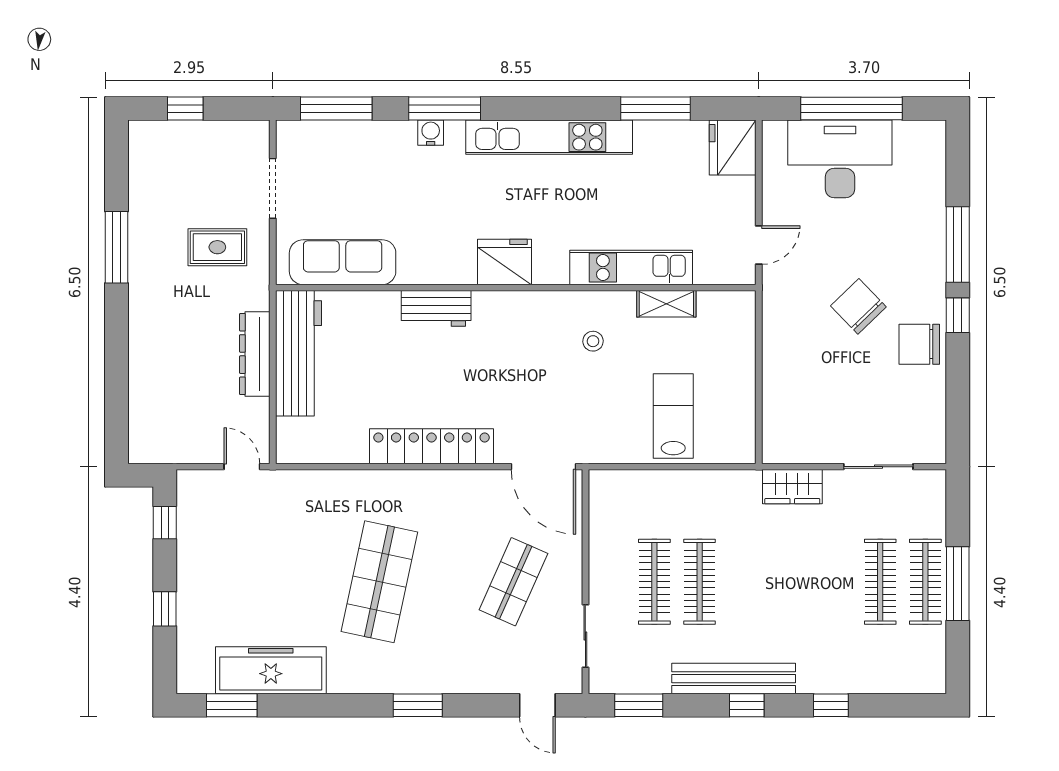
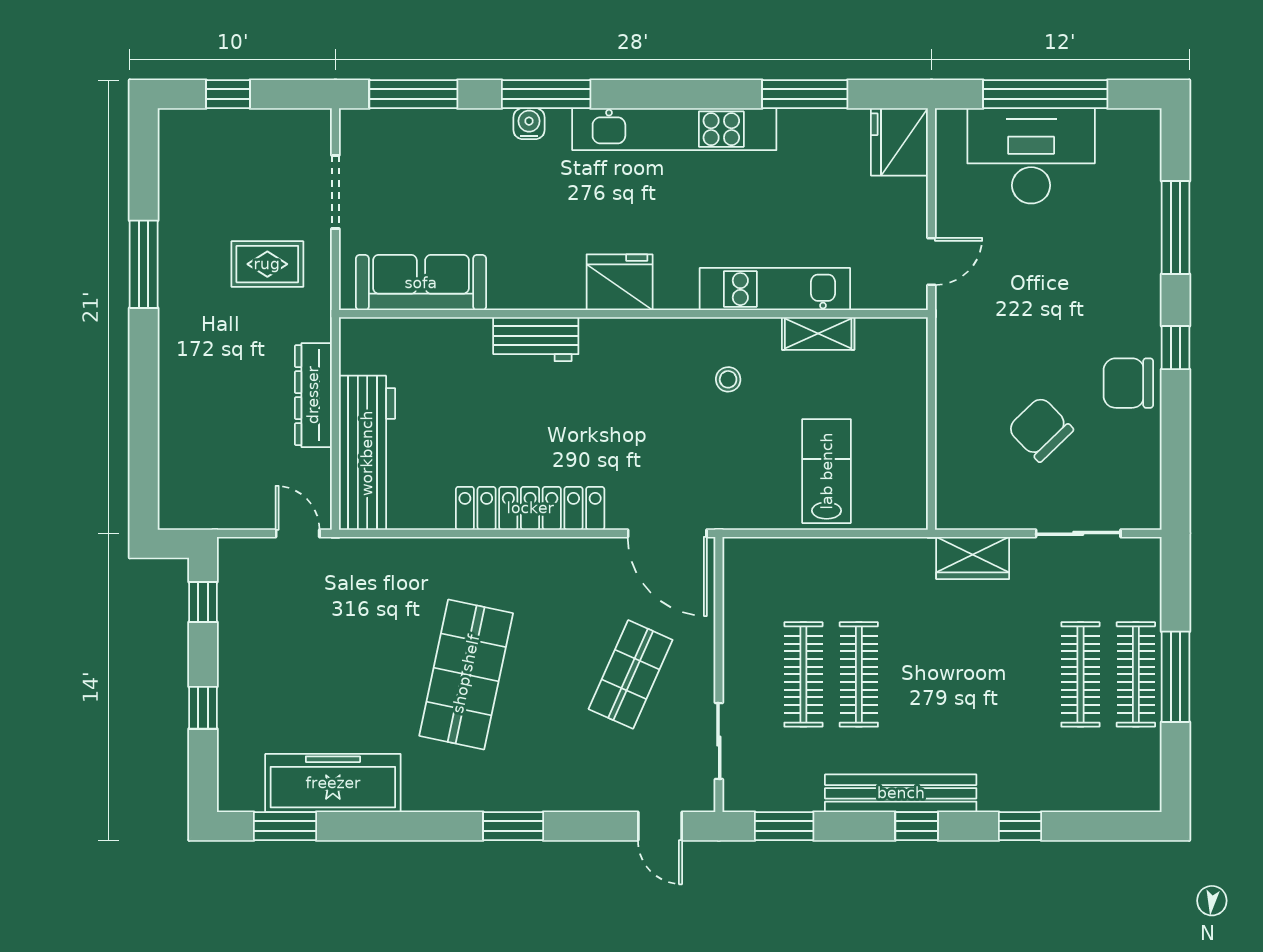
window: (958, 245) -> (1175, 227), moved
chair: (858, 306) -> (1040, 429), moved
workbench: (299, 353) -> (367, 453), moved

